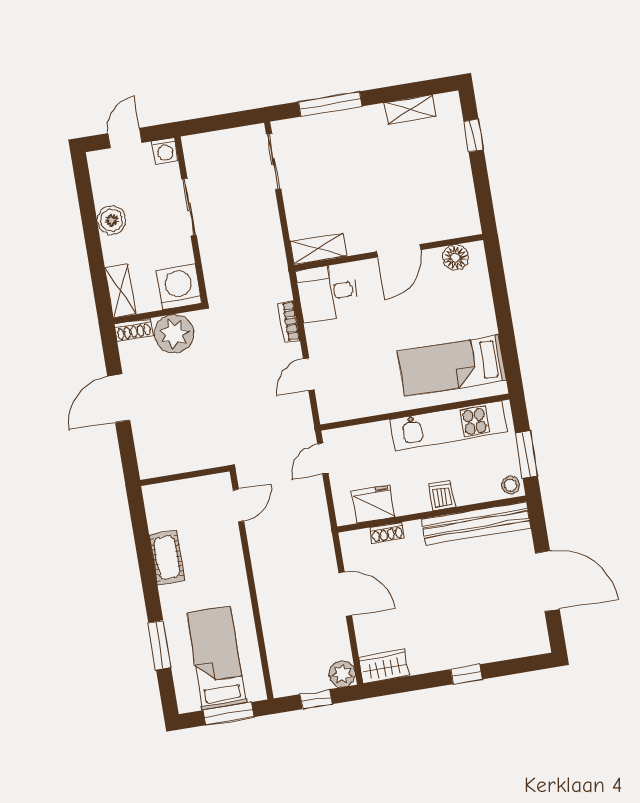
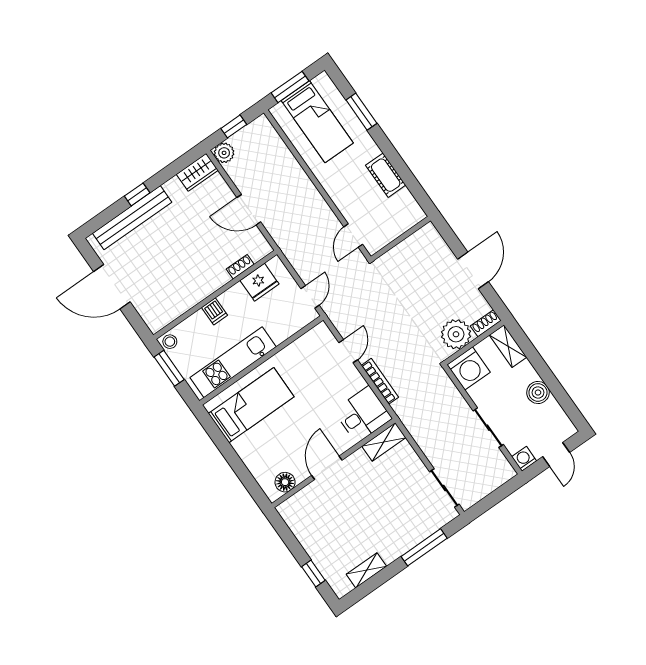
bookcase: (289, 321) -> (380, 381), width x1.56
bench: (476, 523) -> (132, 218), moved

